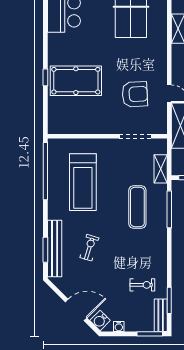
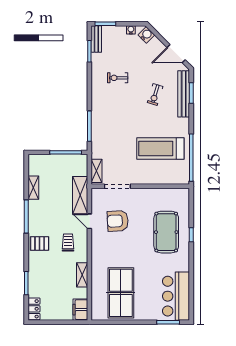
pool table: (76, 81) -> (166, 232), turned 90
shelving: (161, 169) -> (96, 171), moved
treadmill: (83, 182) -> (160, 149), turned -90
exercise mat: (137, 207) -> (116, 128), removed
exercise bike: (142, 285) -> (118, 78), moved
door: (76, 310) -> (176, 54), moved

